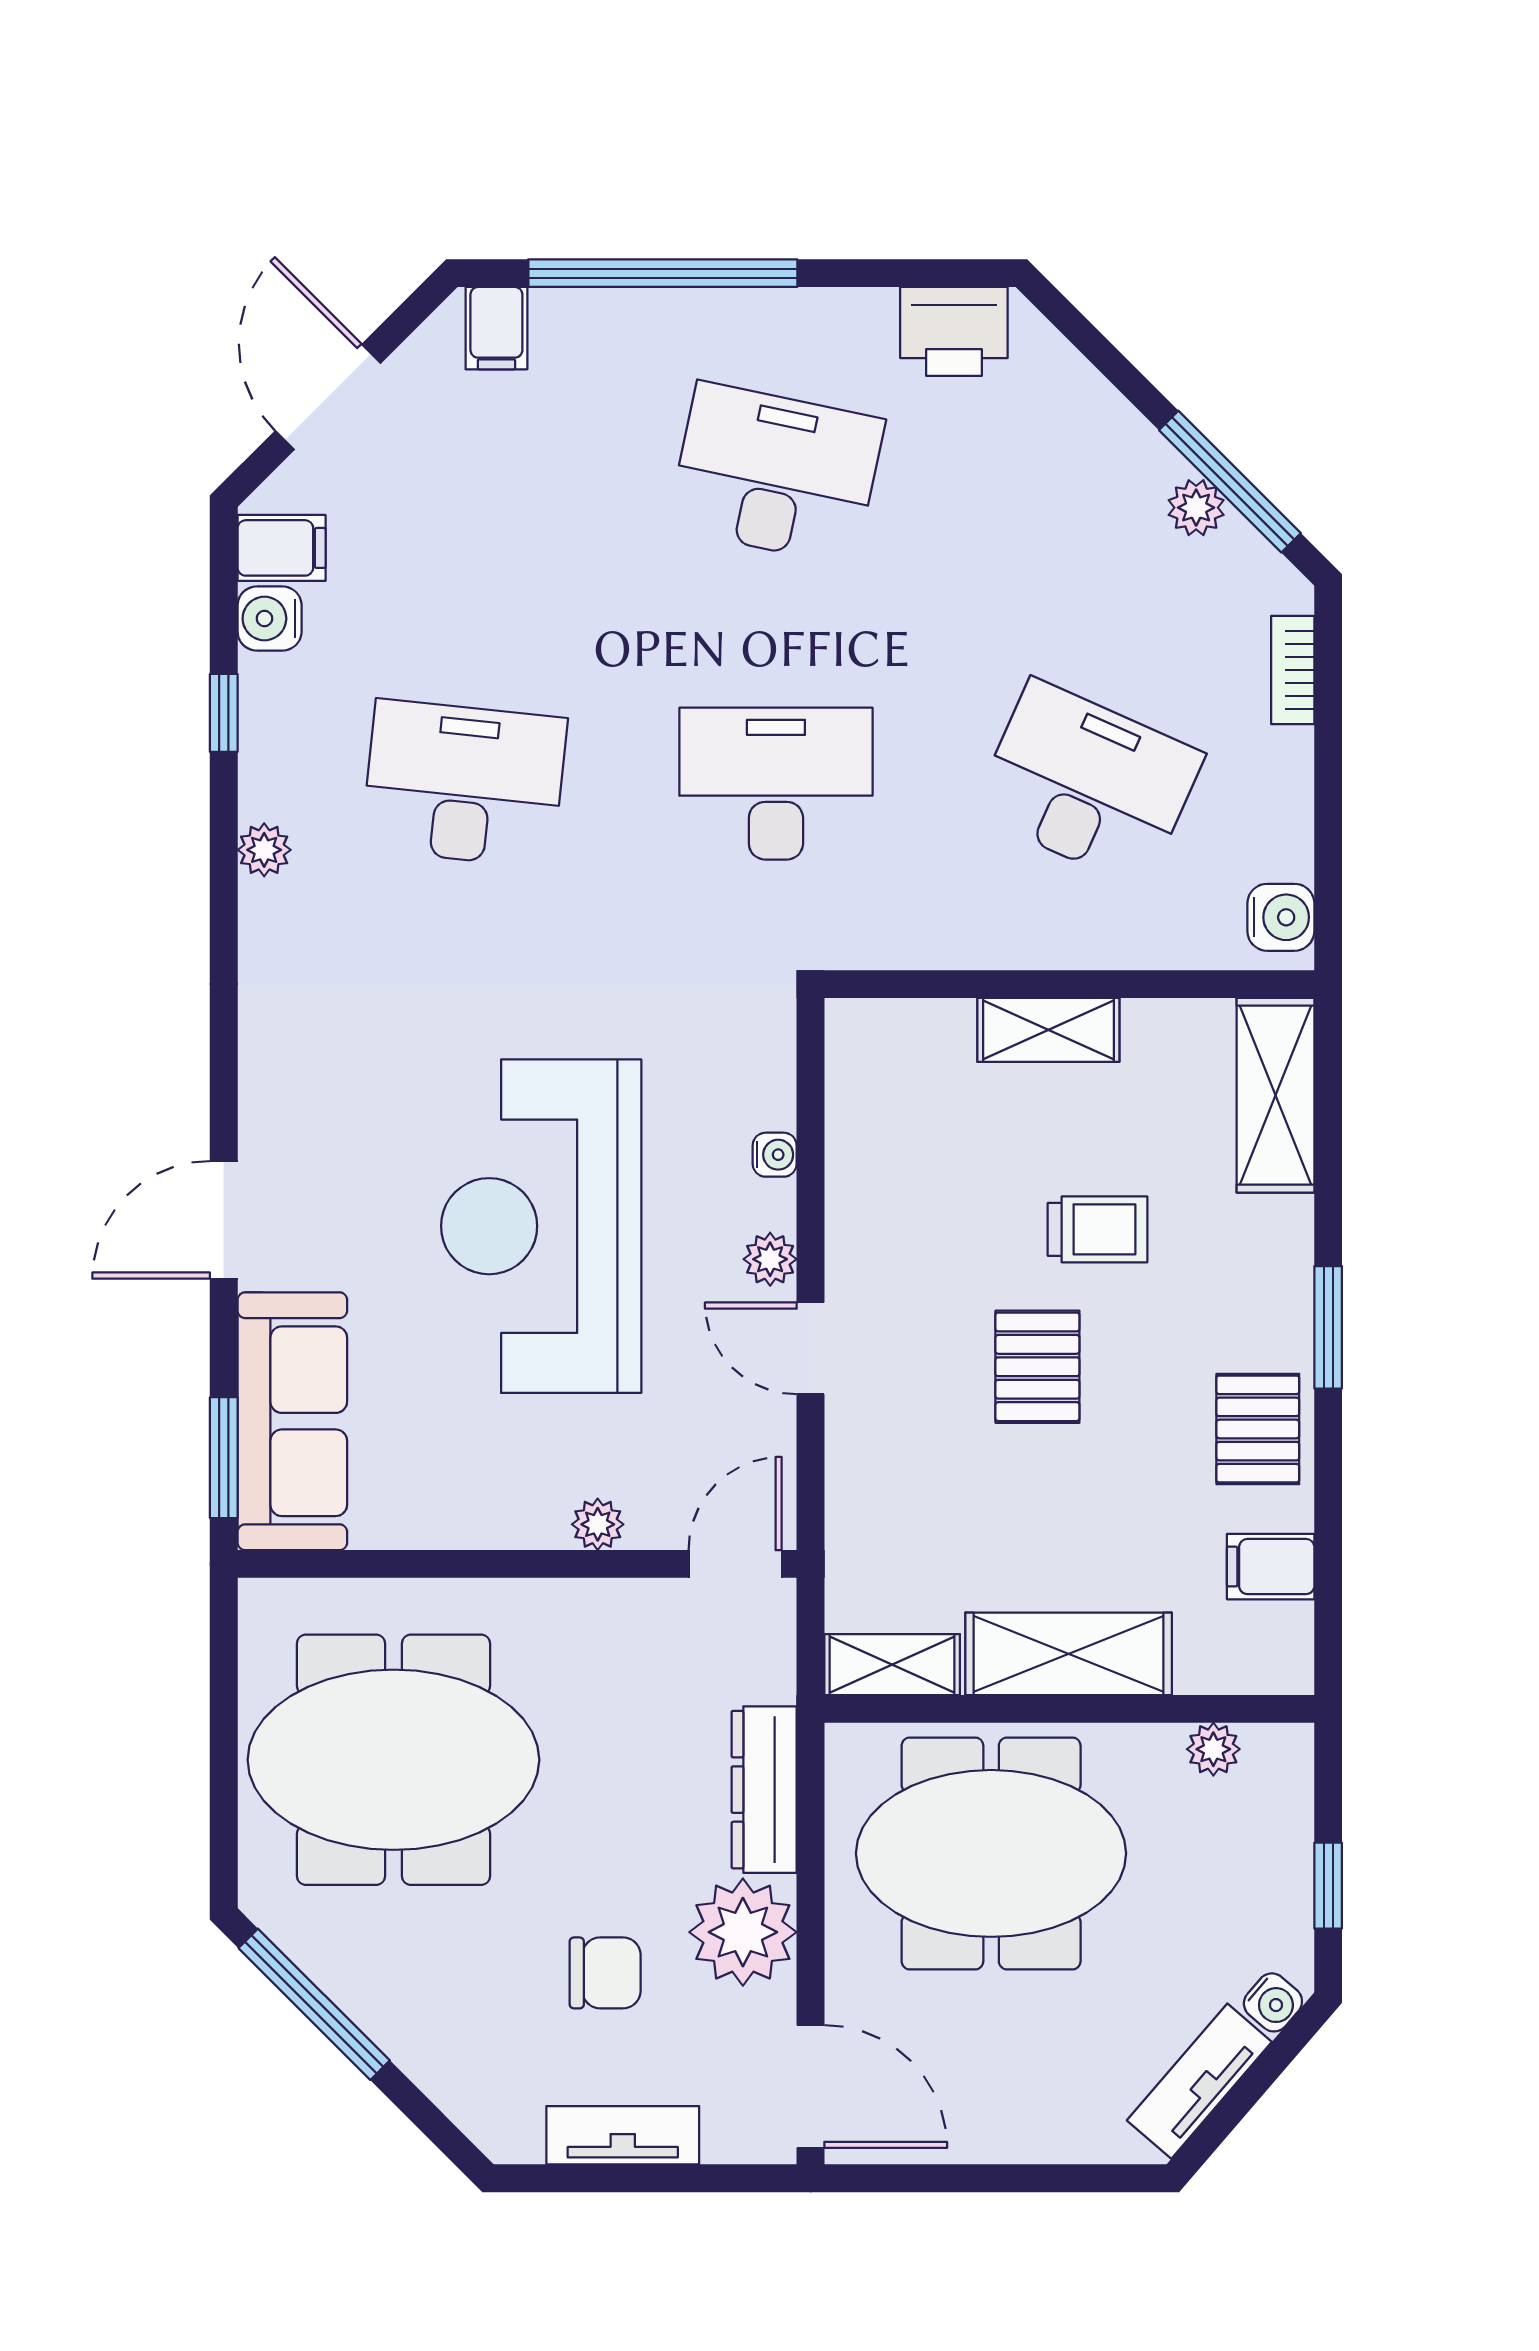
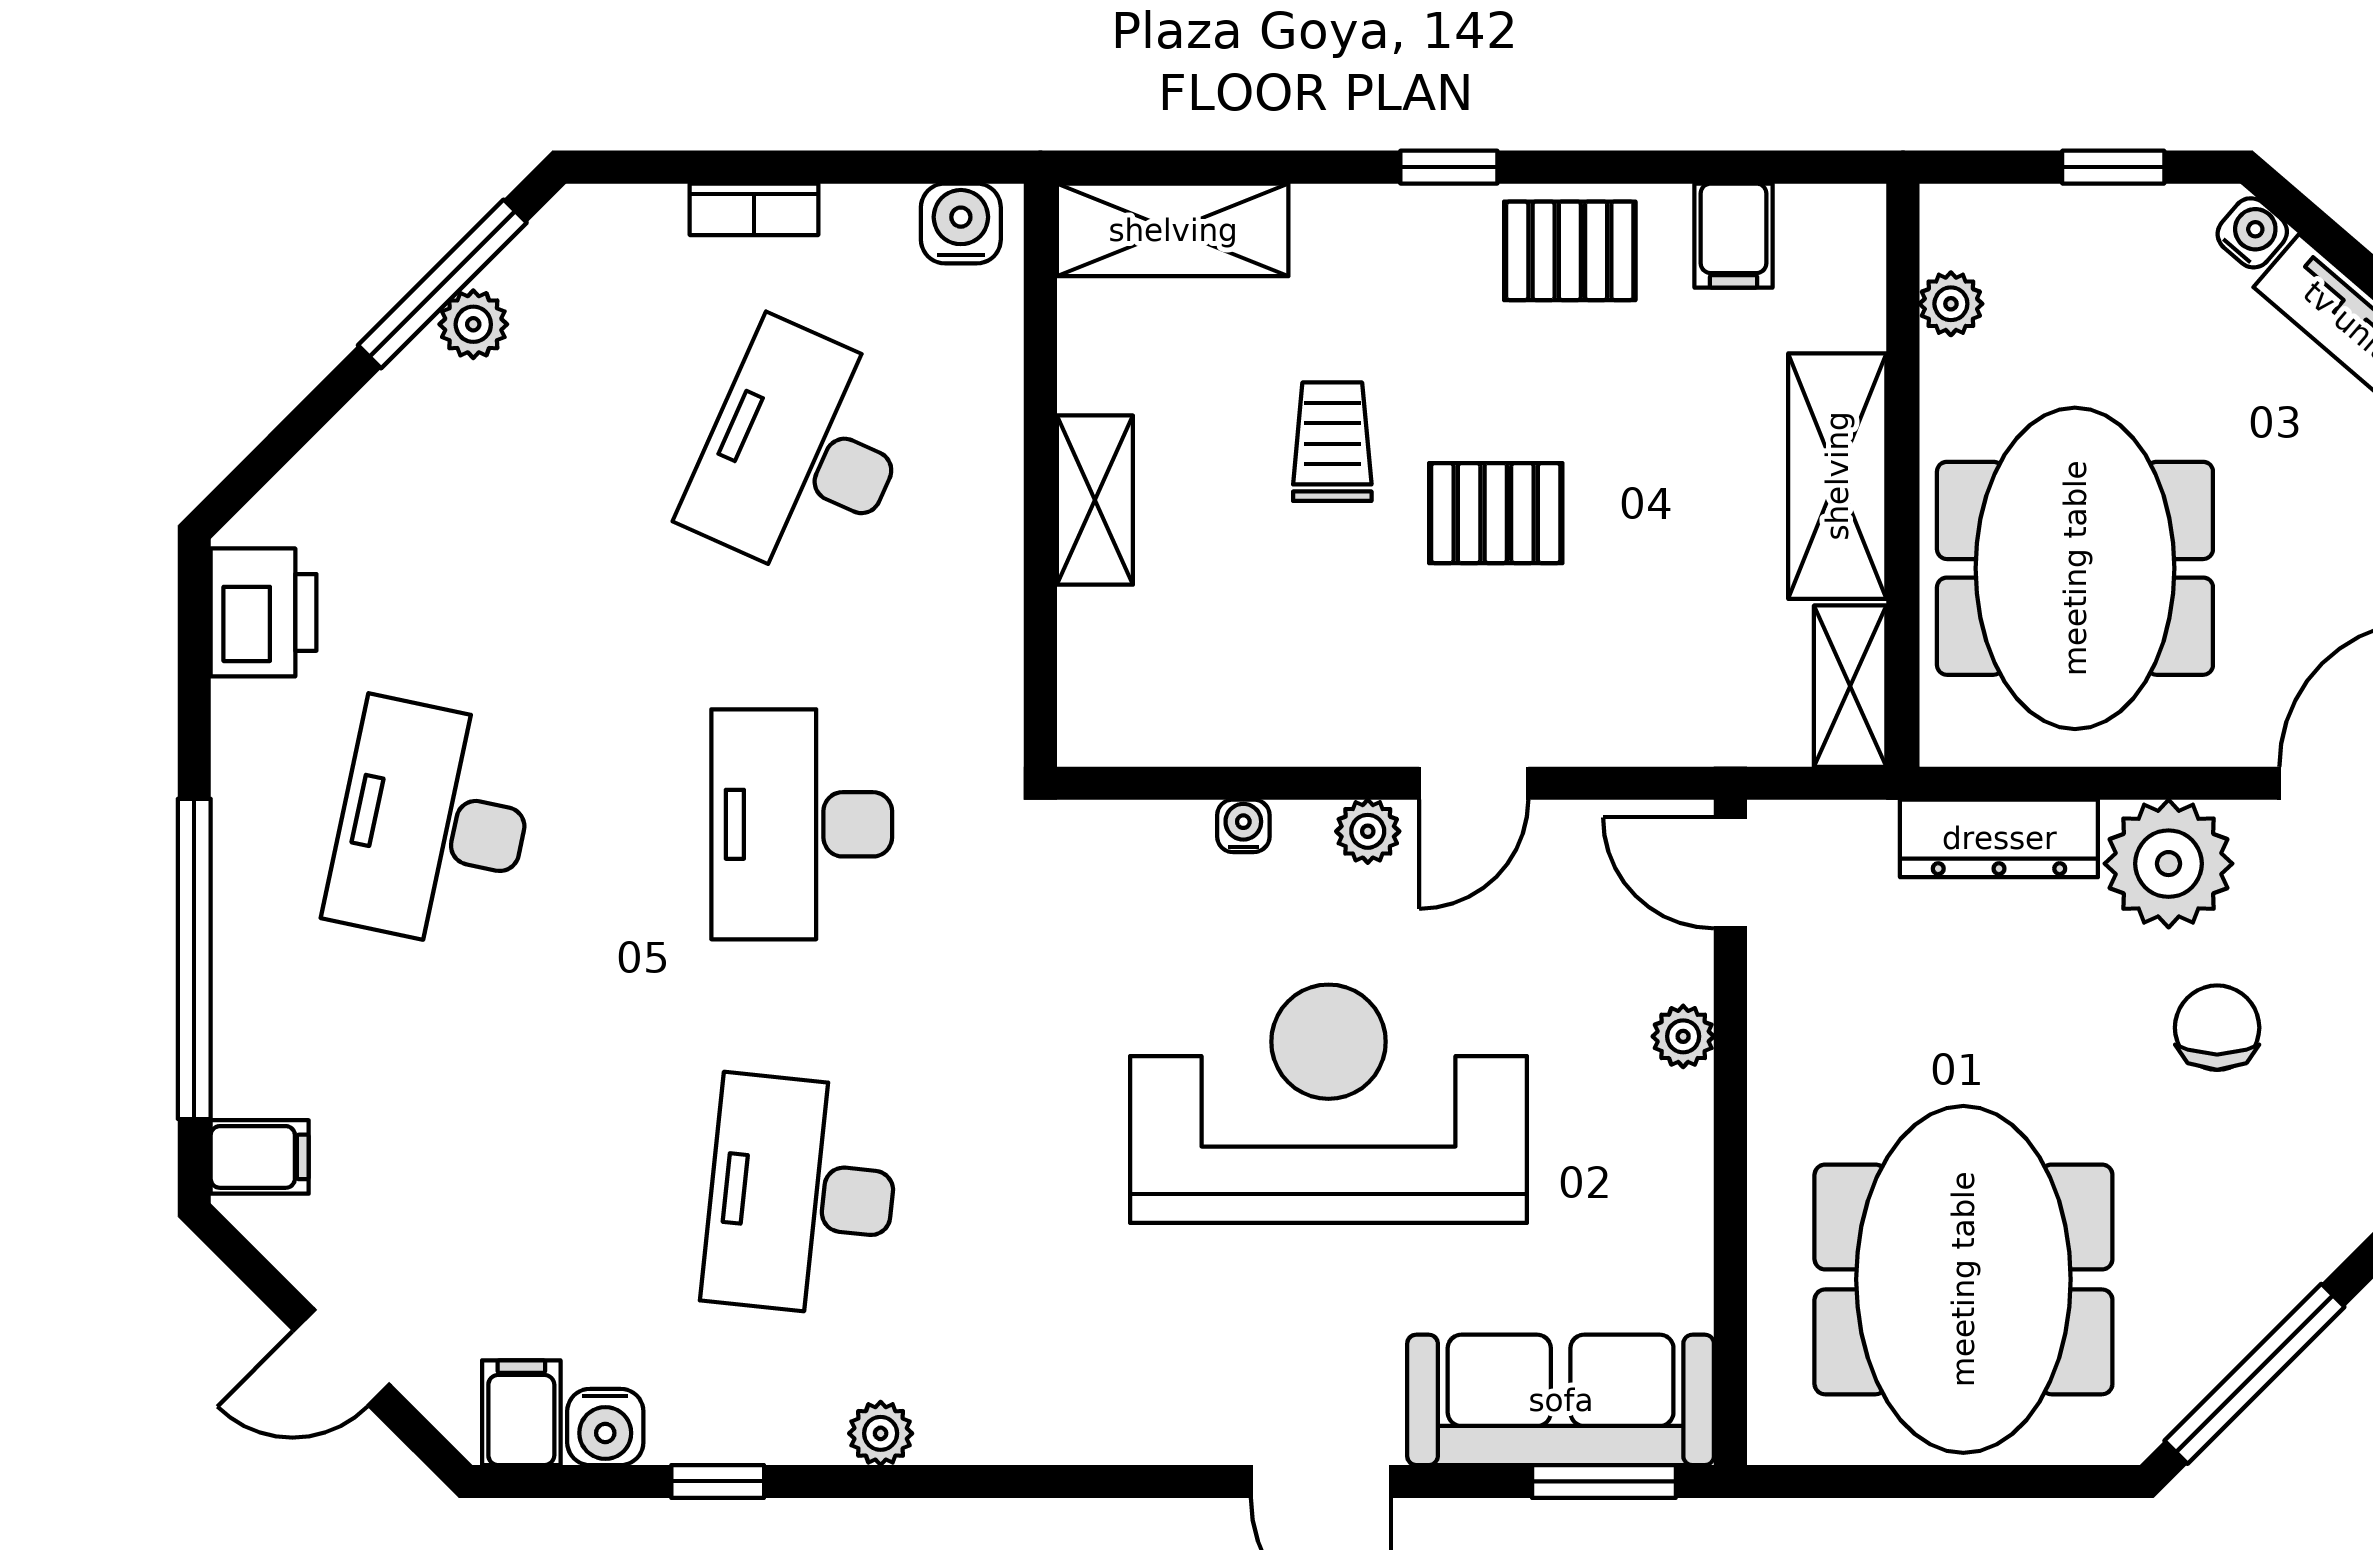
door: (328, 397) -> (342, 1357), width x0.73
bookcase: (1293, 670) -> (754, 209), moved
reception desk: (541, 1226) -> (1328, 1104), turned 180
window: (1328, 1327) -> (1449, 167), width x0.67

